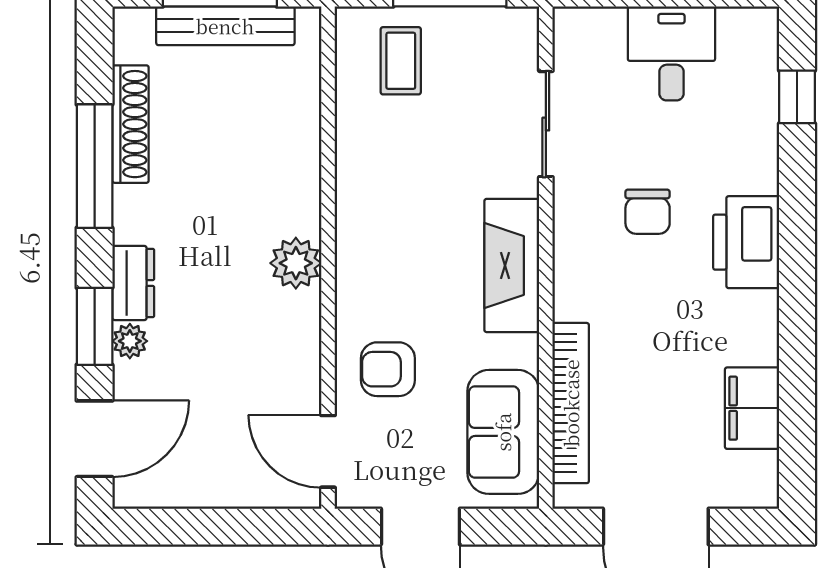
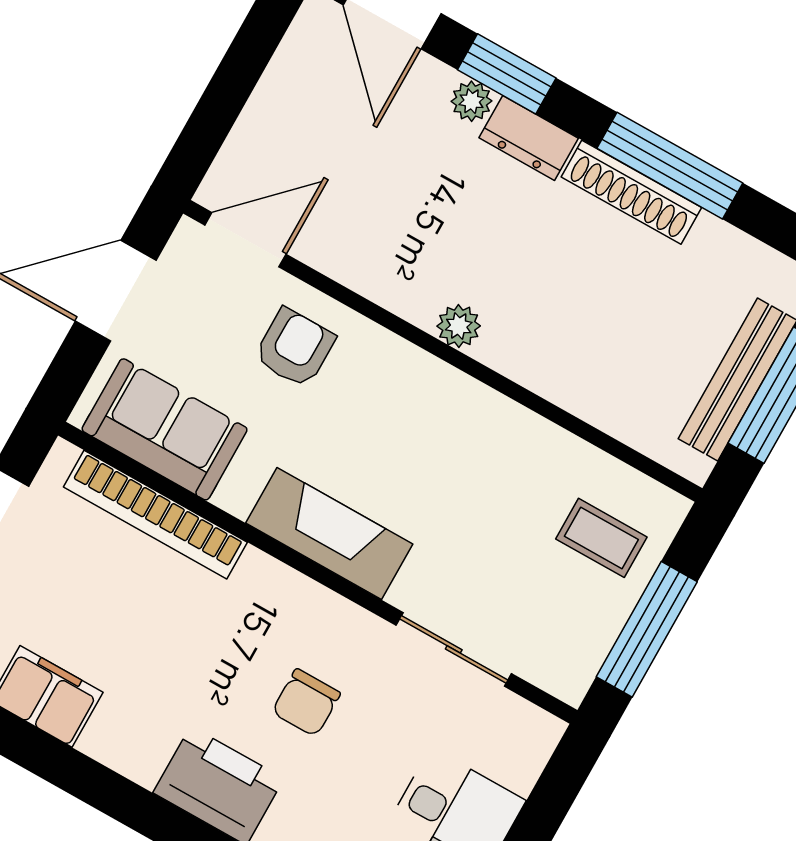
shoe rack: (131, 124) -> (631, 192), moved
chair: (648, 212) -> (306, 703), turned -90
plant: (296, 263) -> (459, 326), width x0.73, depth x0.73

